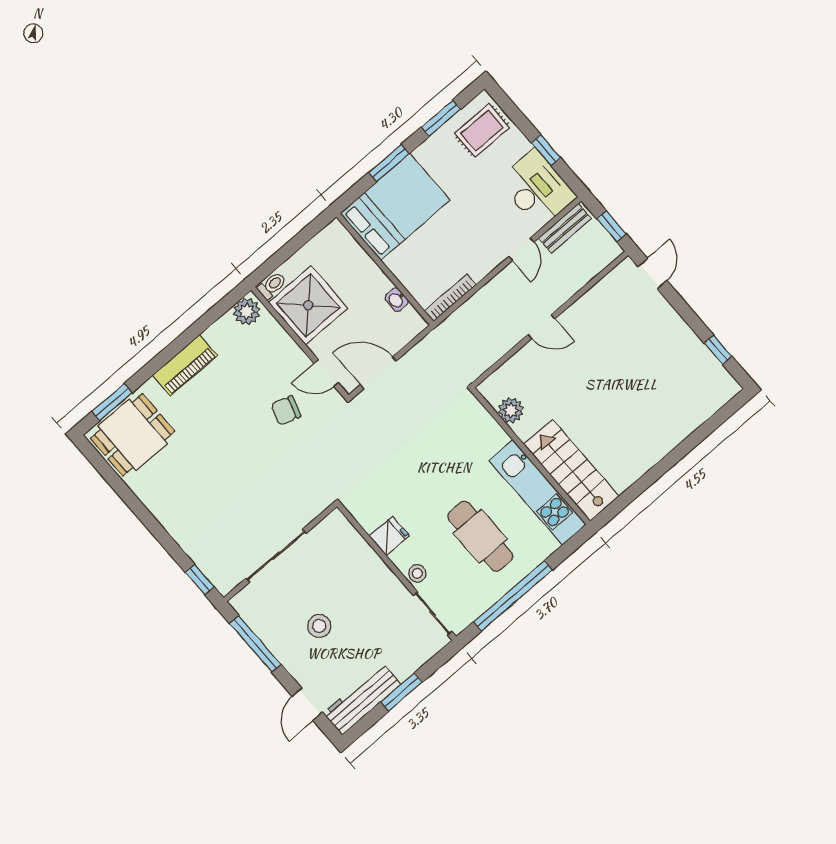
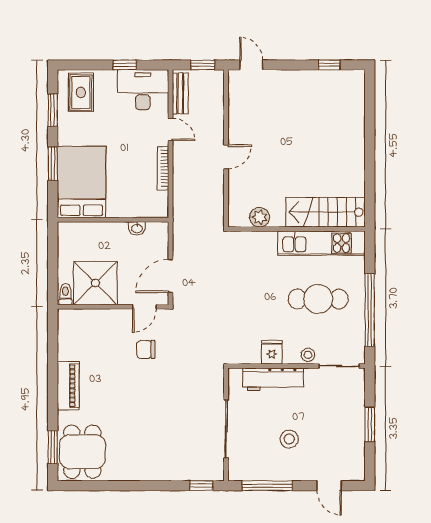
bookcase: (450, 298) -> (163, 168), moved
plant: (247, 312) -> (68, 322), removed
chair: (286, 410) -> (146, 349), turned 72
workbench: (362, 699) -> (273, 379), moved, turned -90

